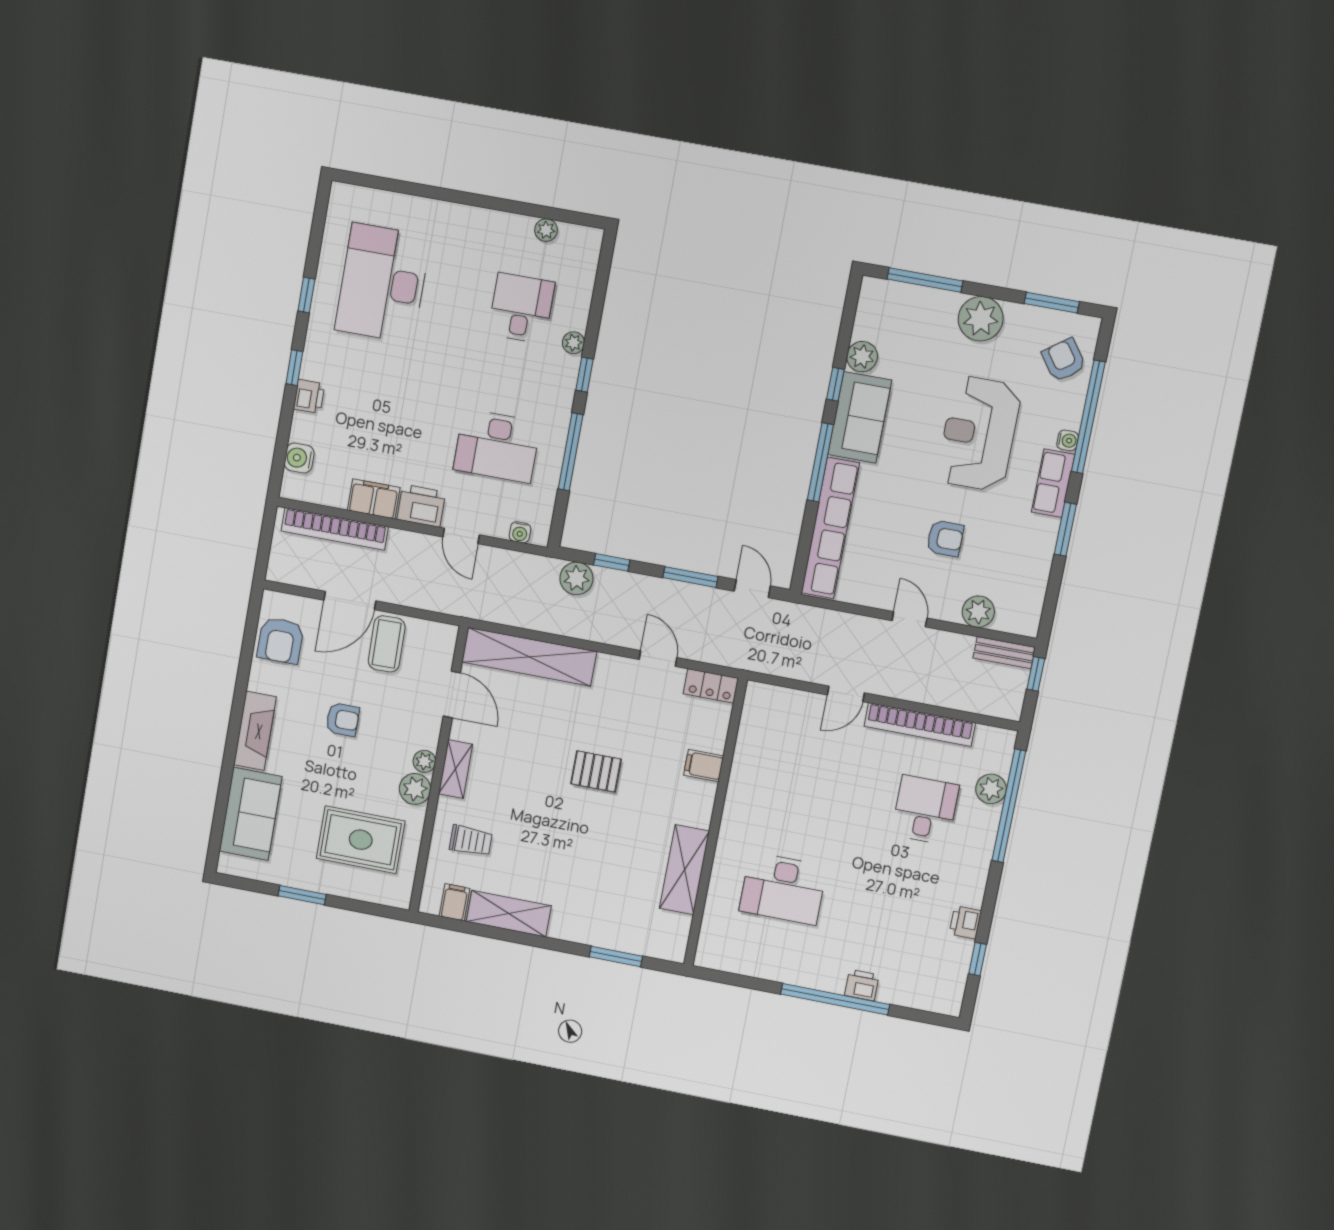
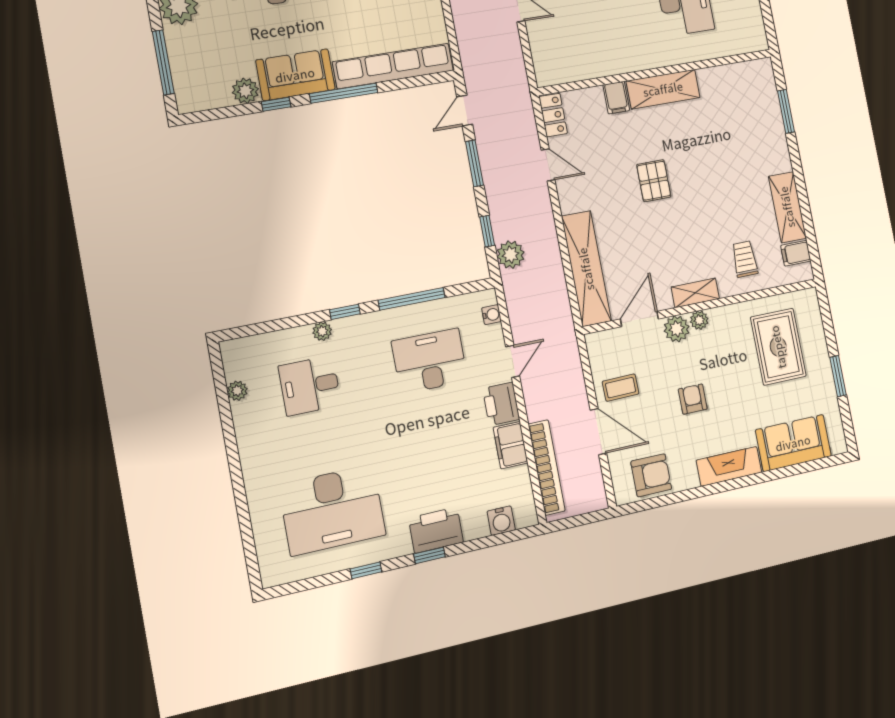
printer: (309, 396) -> (436, 530), width x1.87, depth x1.48
desk: (497, 446) -> (430, 361), turned -90
coffee table: (387, 644) -> (621, 388), width x0.73, depth x0.77
door: (658, 659) -> (548, 165), swing flipped
plant: (415, 789) -> (677, 329), moved
shelving: (684, 870) -> (663, 89), moved

